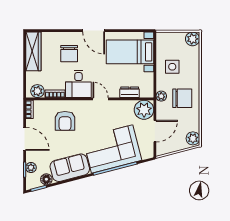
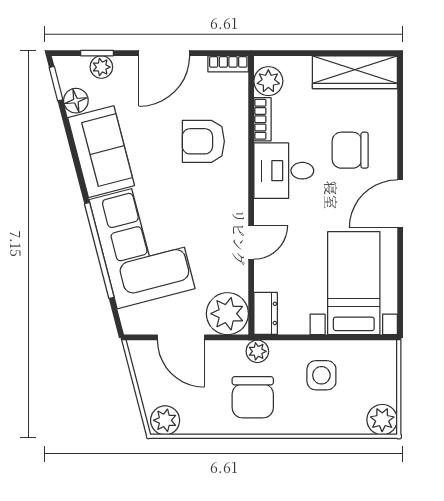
dresser: (130, 92) -> (266, 313), moved
door: (101, 99) -> (251, 242), moved

